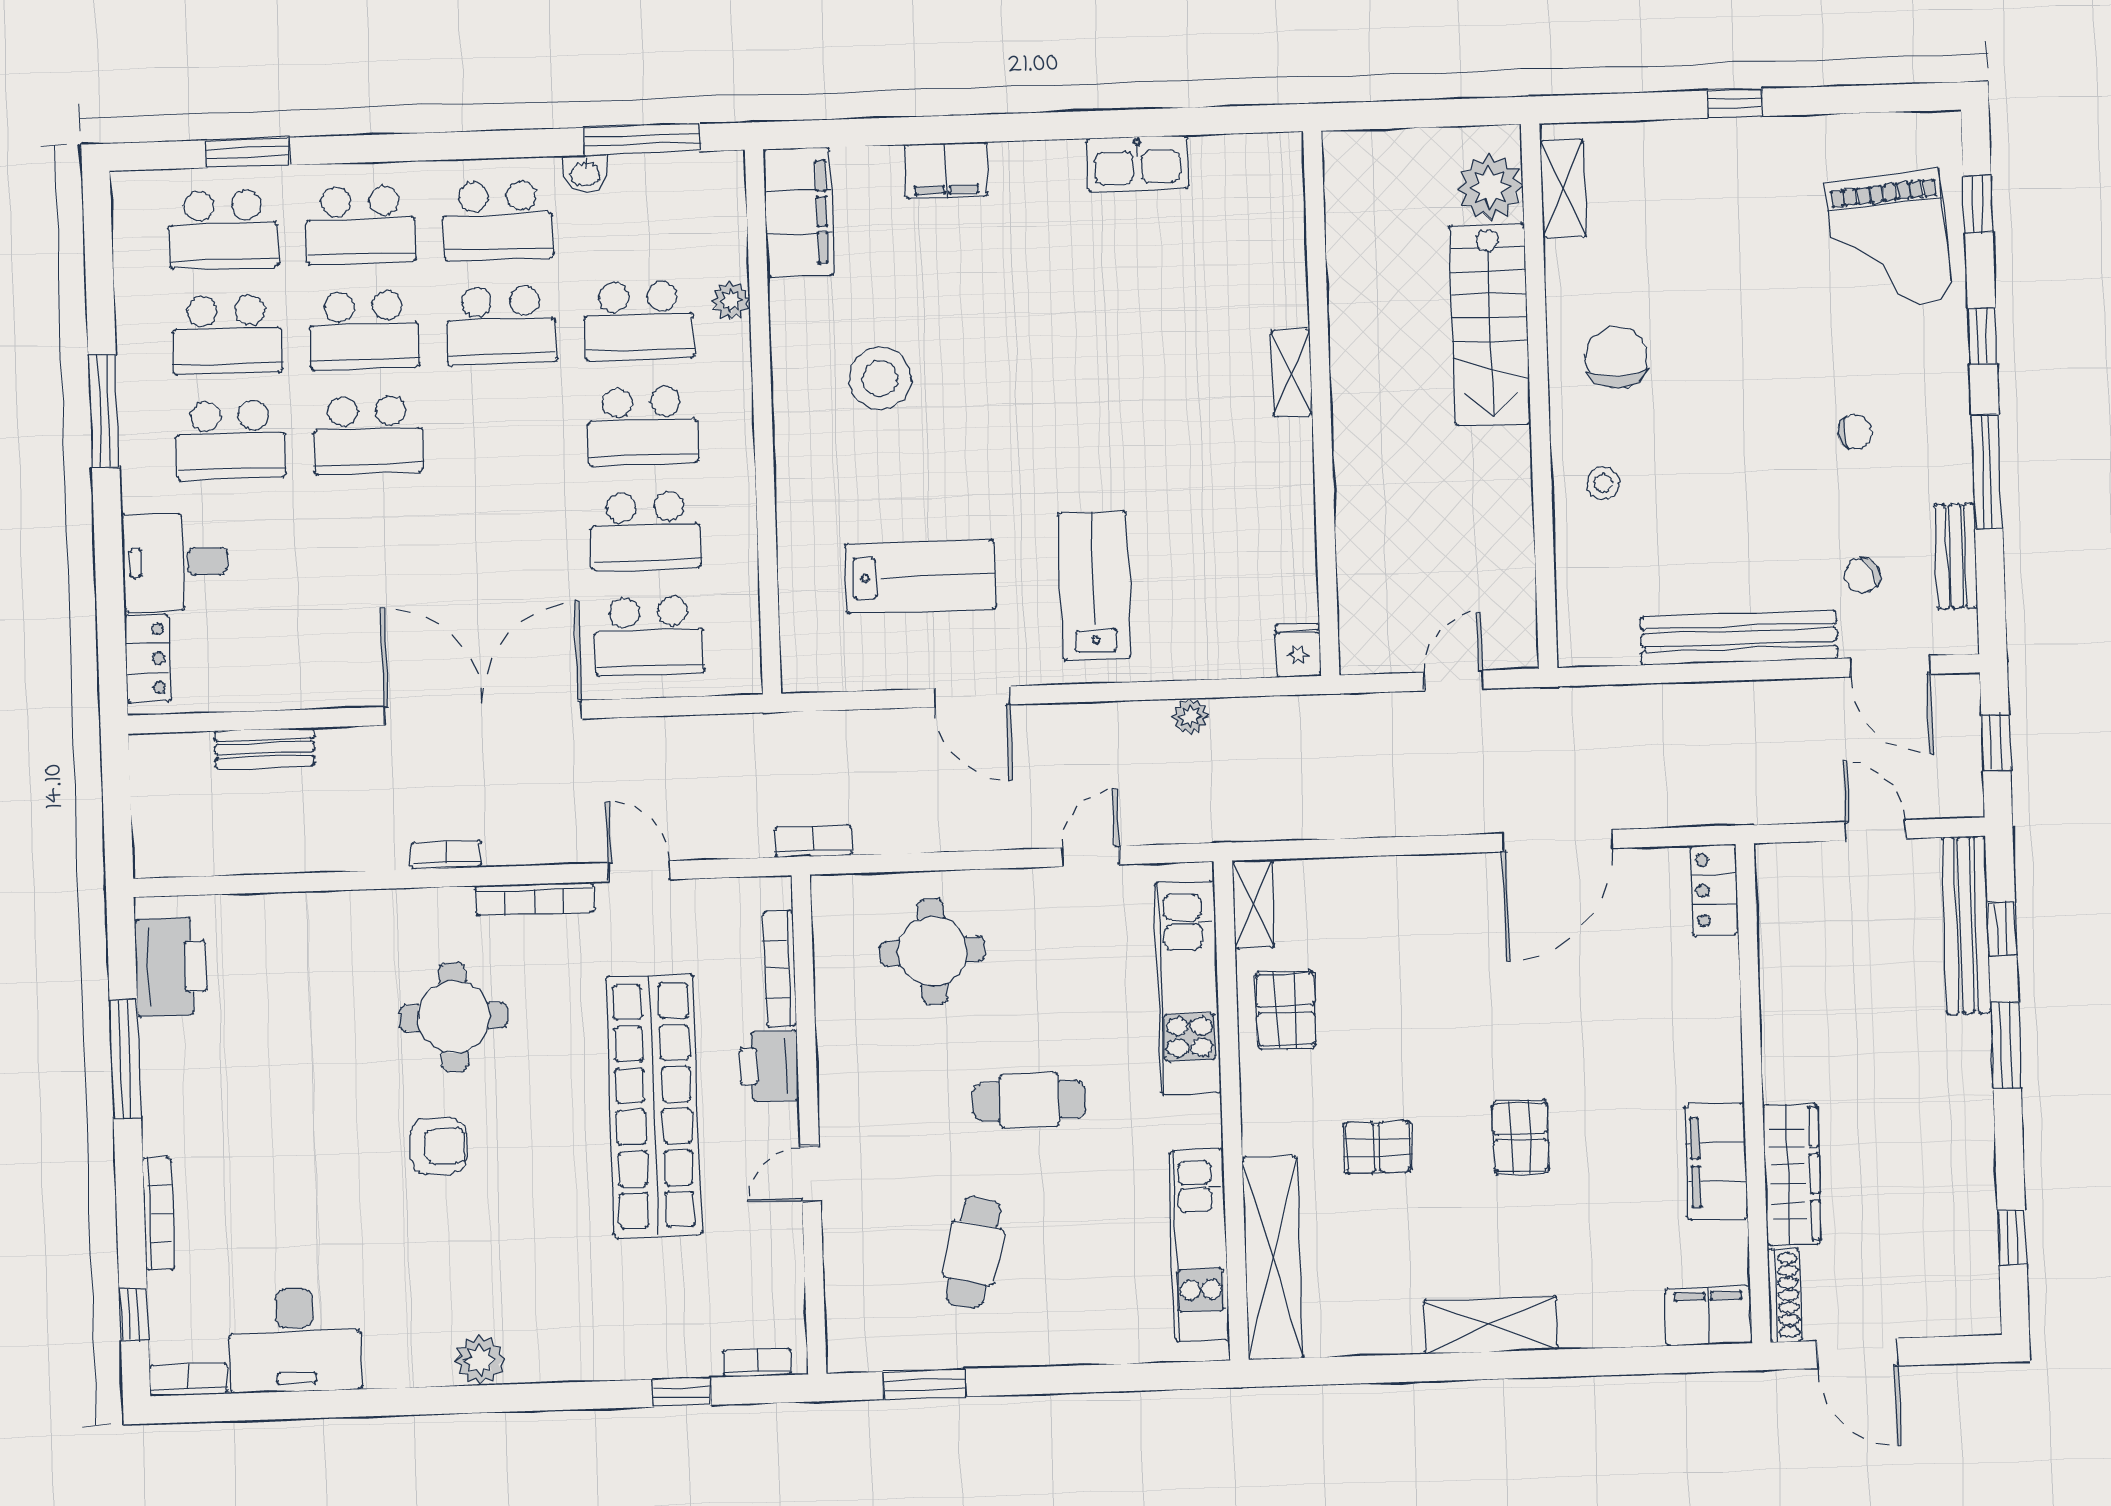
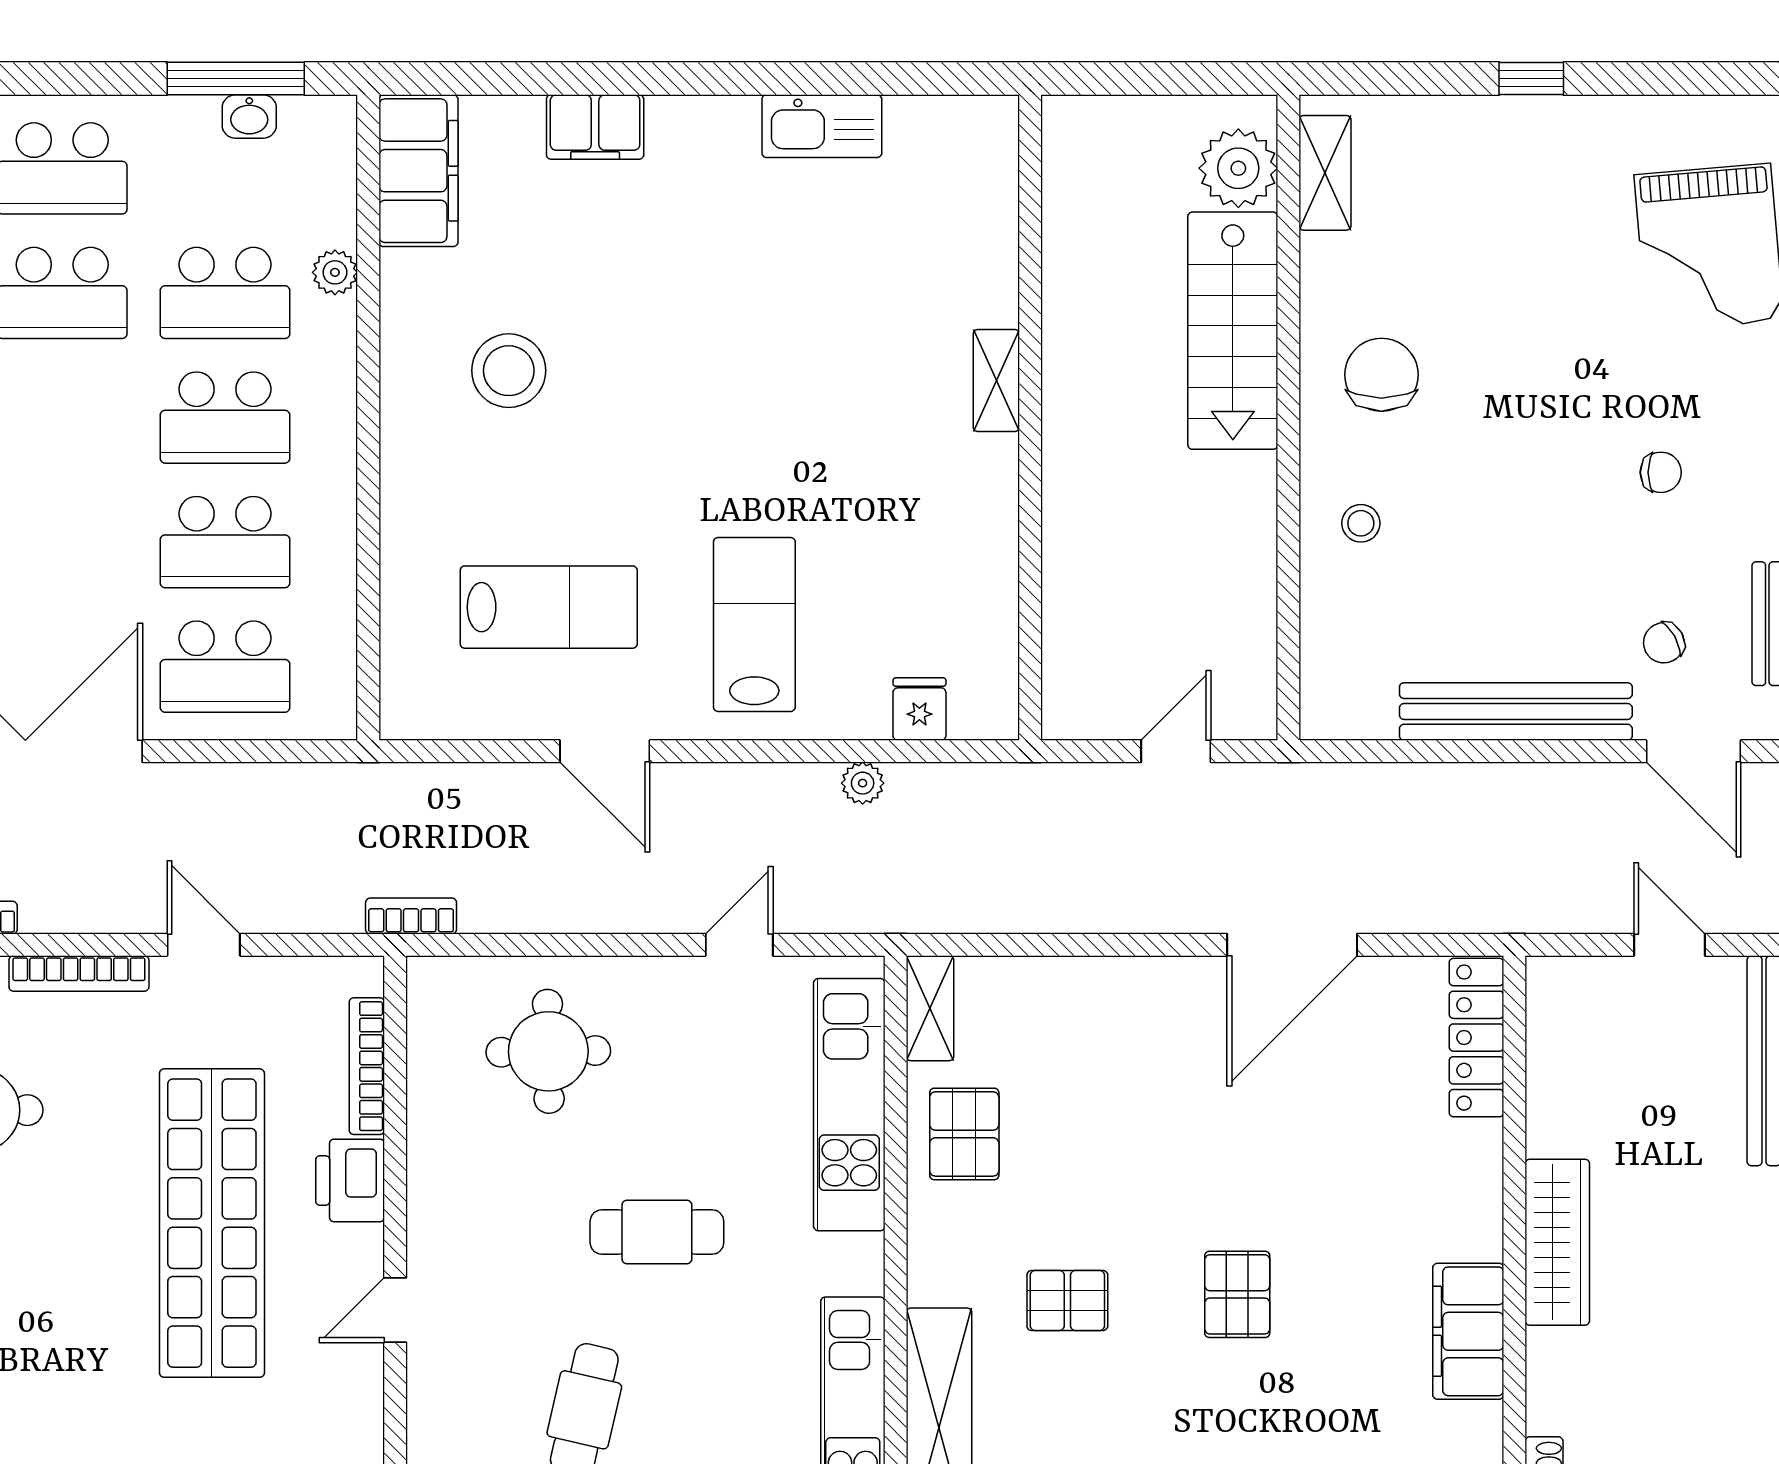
washbasin: (585, 174) -> (249, 116), moved
fridge: (1298, 650) -> (919, 709), moved
locker: (1714, 890) -> (1476, 1038), width x1.53
wardrobe: (1792, 1174) -> (1557, 1242), moved

